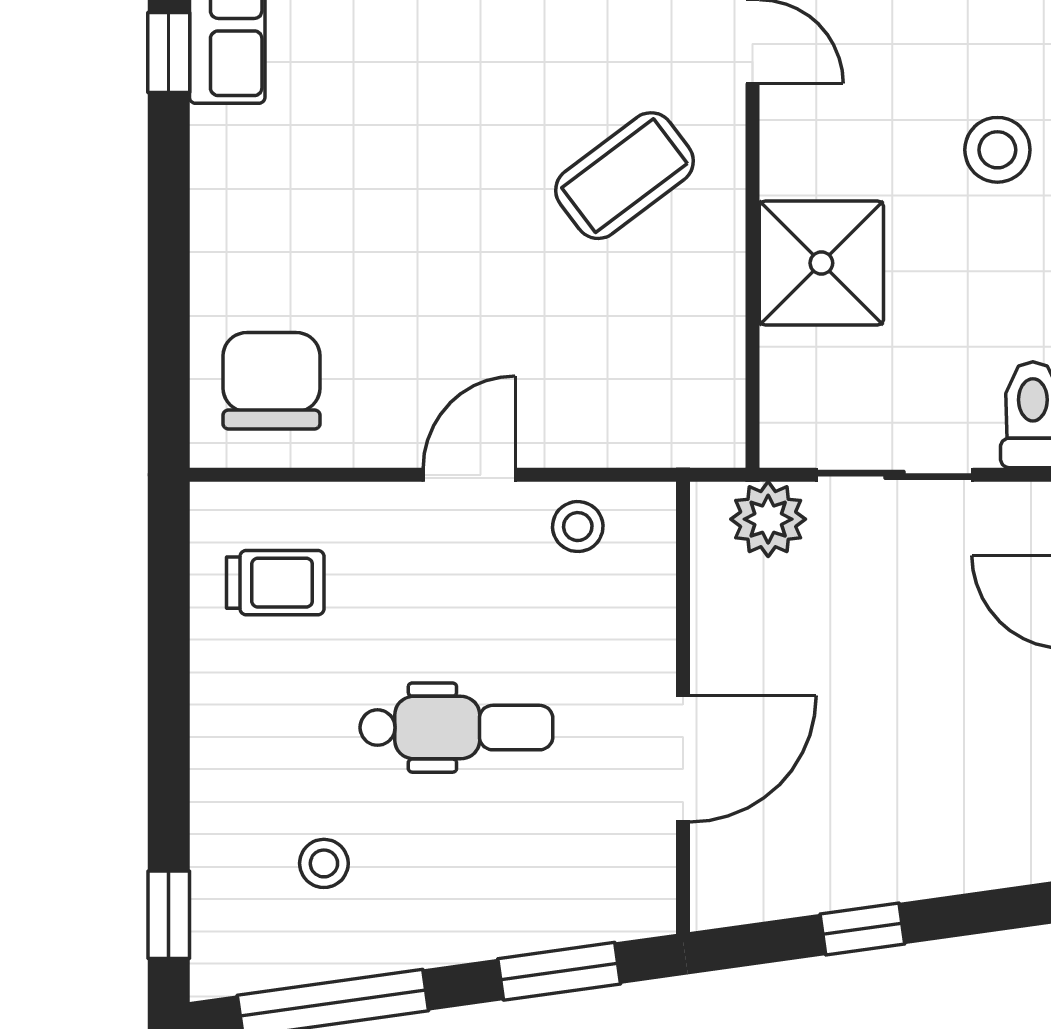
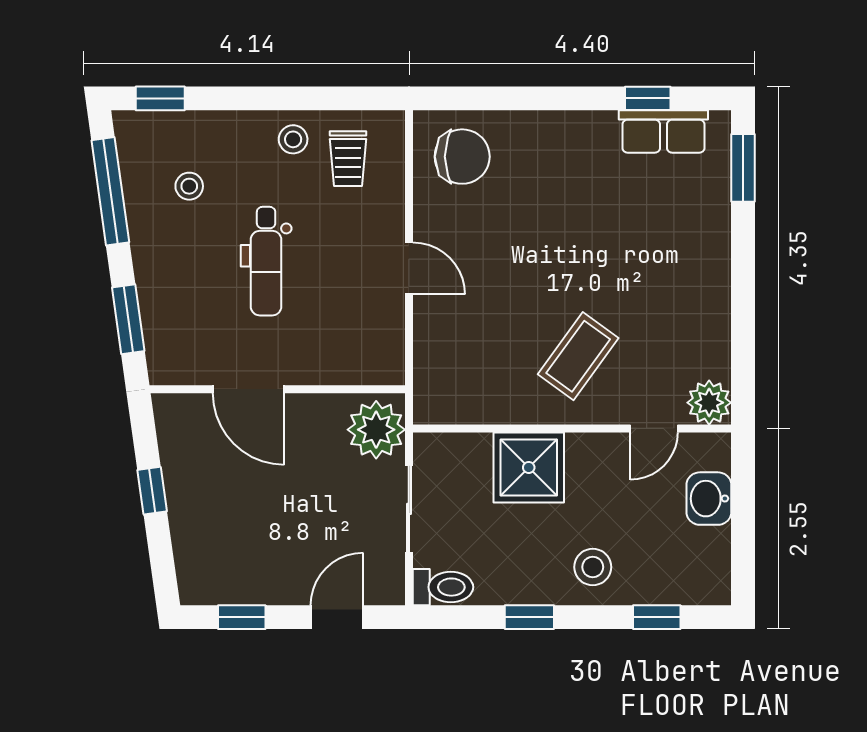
coffee table: (625, 176) -> (578, 356), turned 73
plant: (768, 519) -> (376, 430), width x1.36, depth x1.36
stool: (578, 527) -> (293, 139), moved

